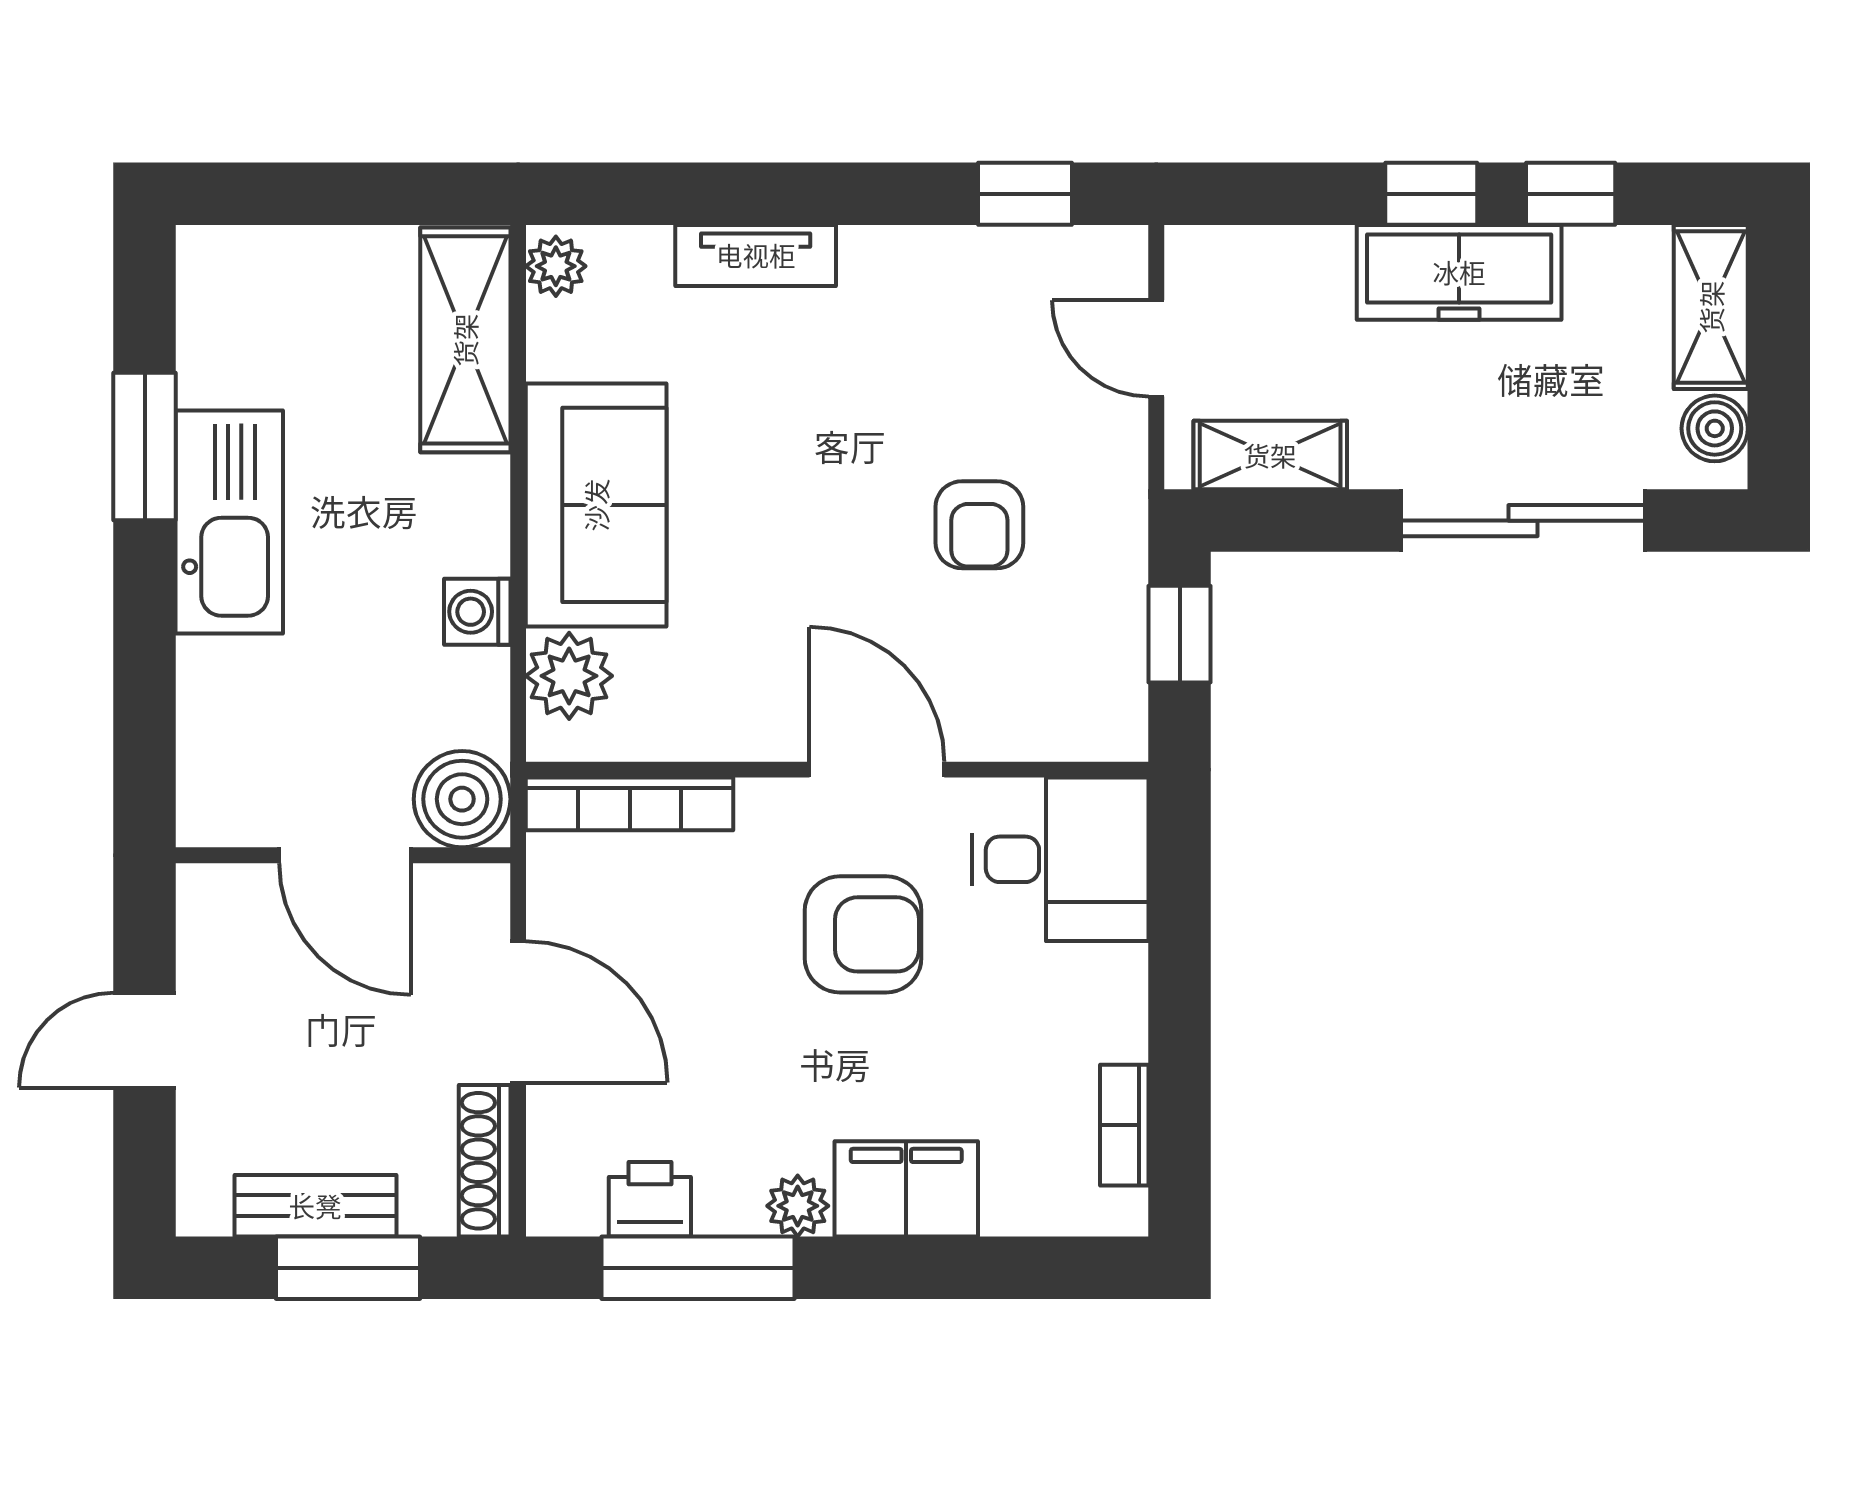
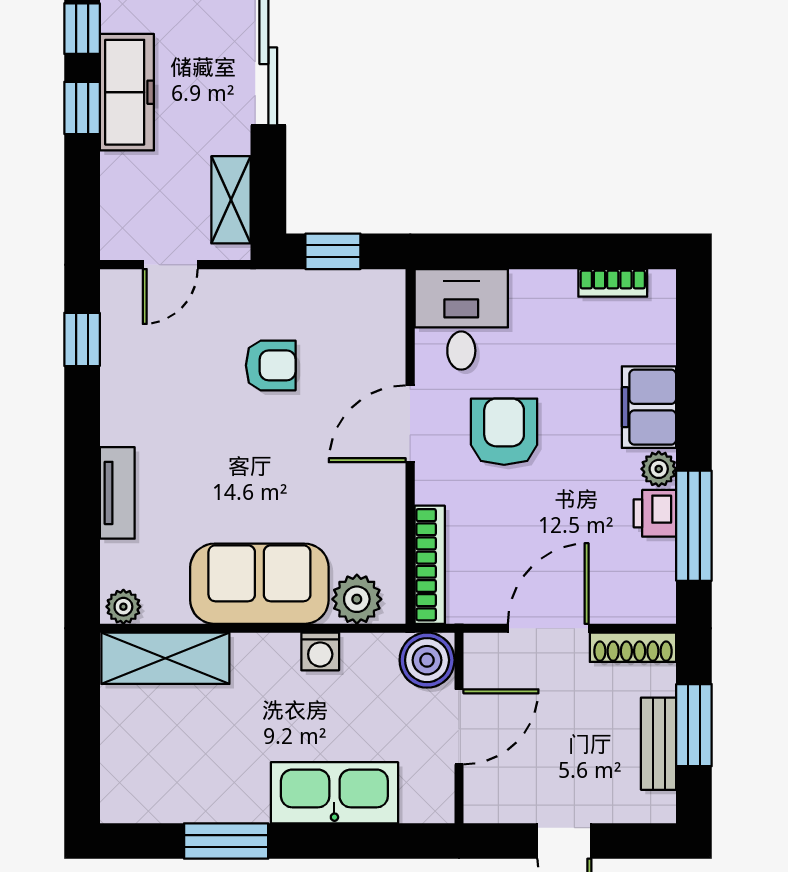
kitchen sink: (229, 522) -> (334, 793), moved
printer: (650, 1199) -> (655, 513), moved

